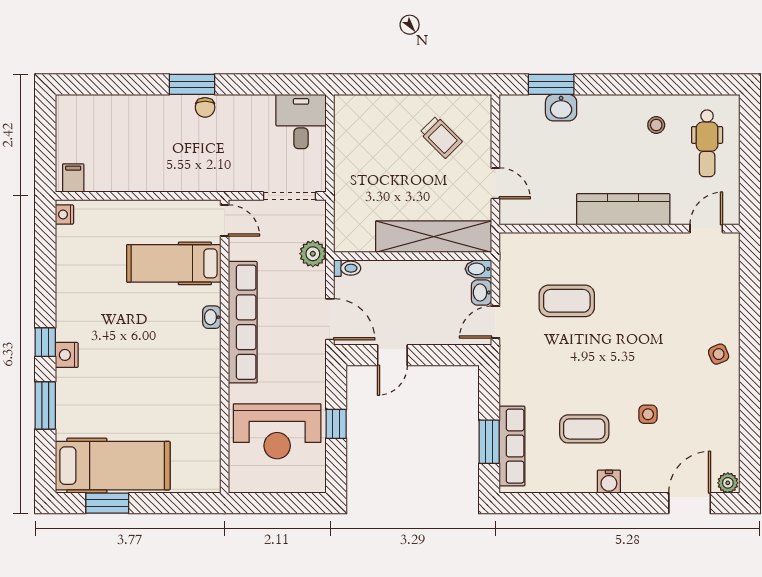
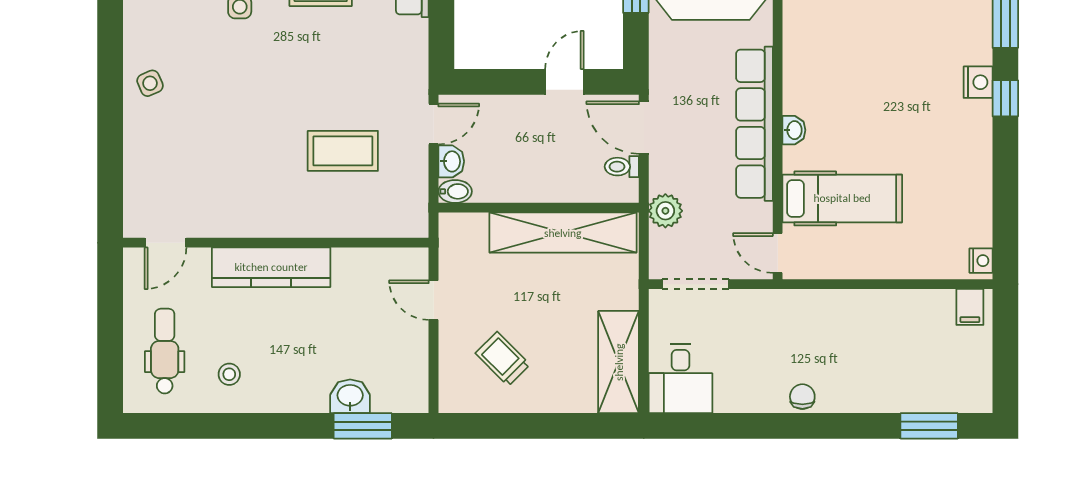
window: (192, 84) -> (929, 426), moved
shelving: (350, 135) -> (619, 362), added
shelving: (434, 237) -> (563, 233), moved
toilet: (347, 268) -> (622, 167), moved

